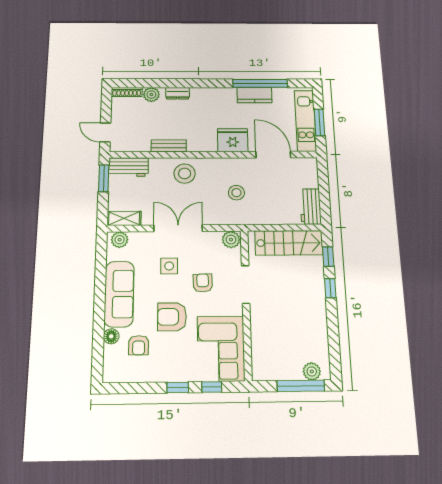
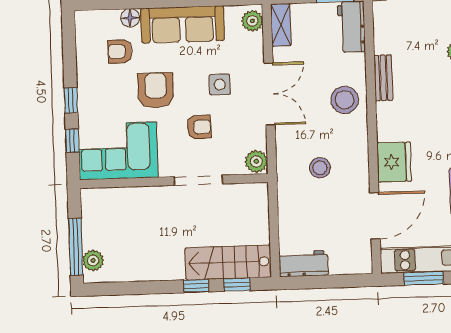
stairs: (289, 243) -> (228, 263), moved, turned 90

